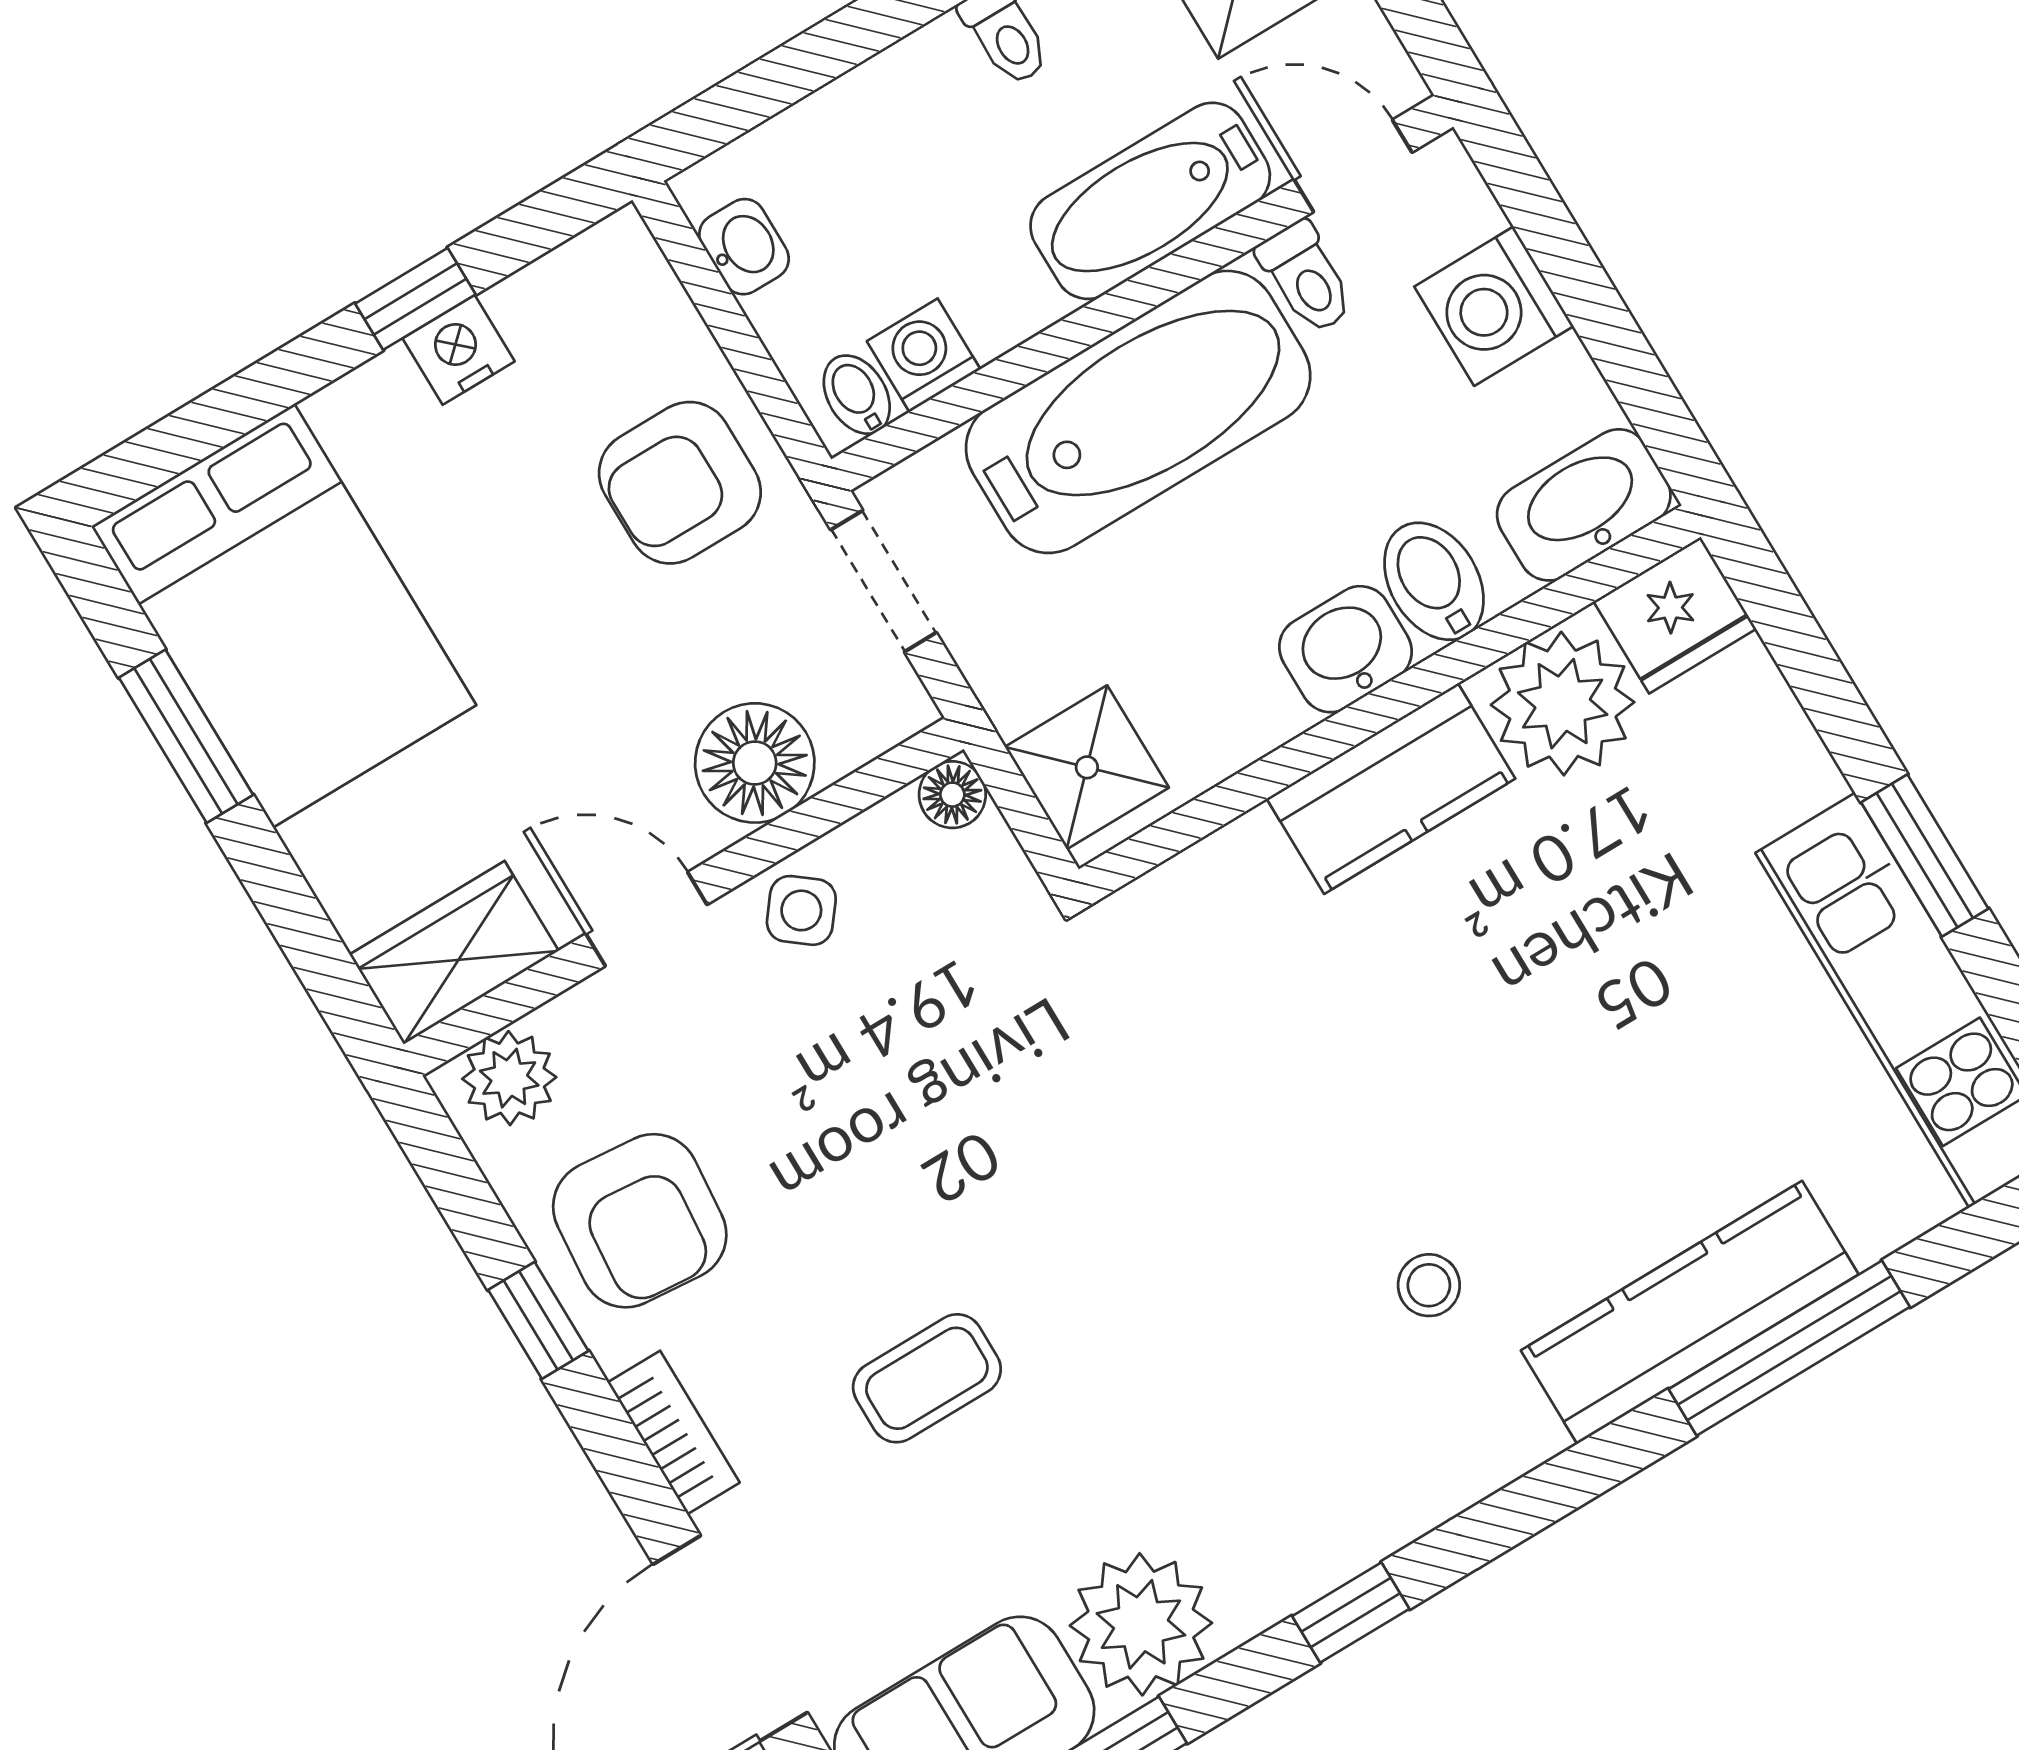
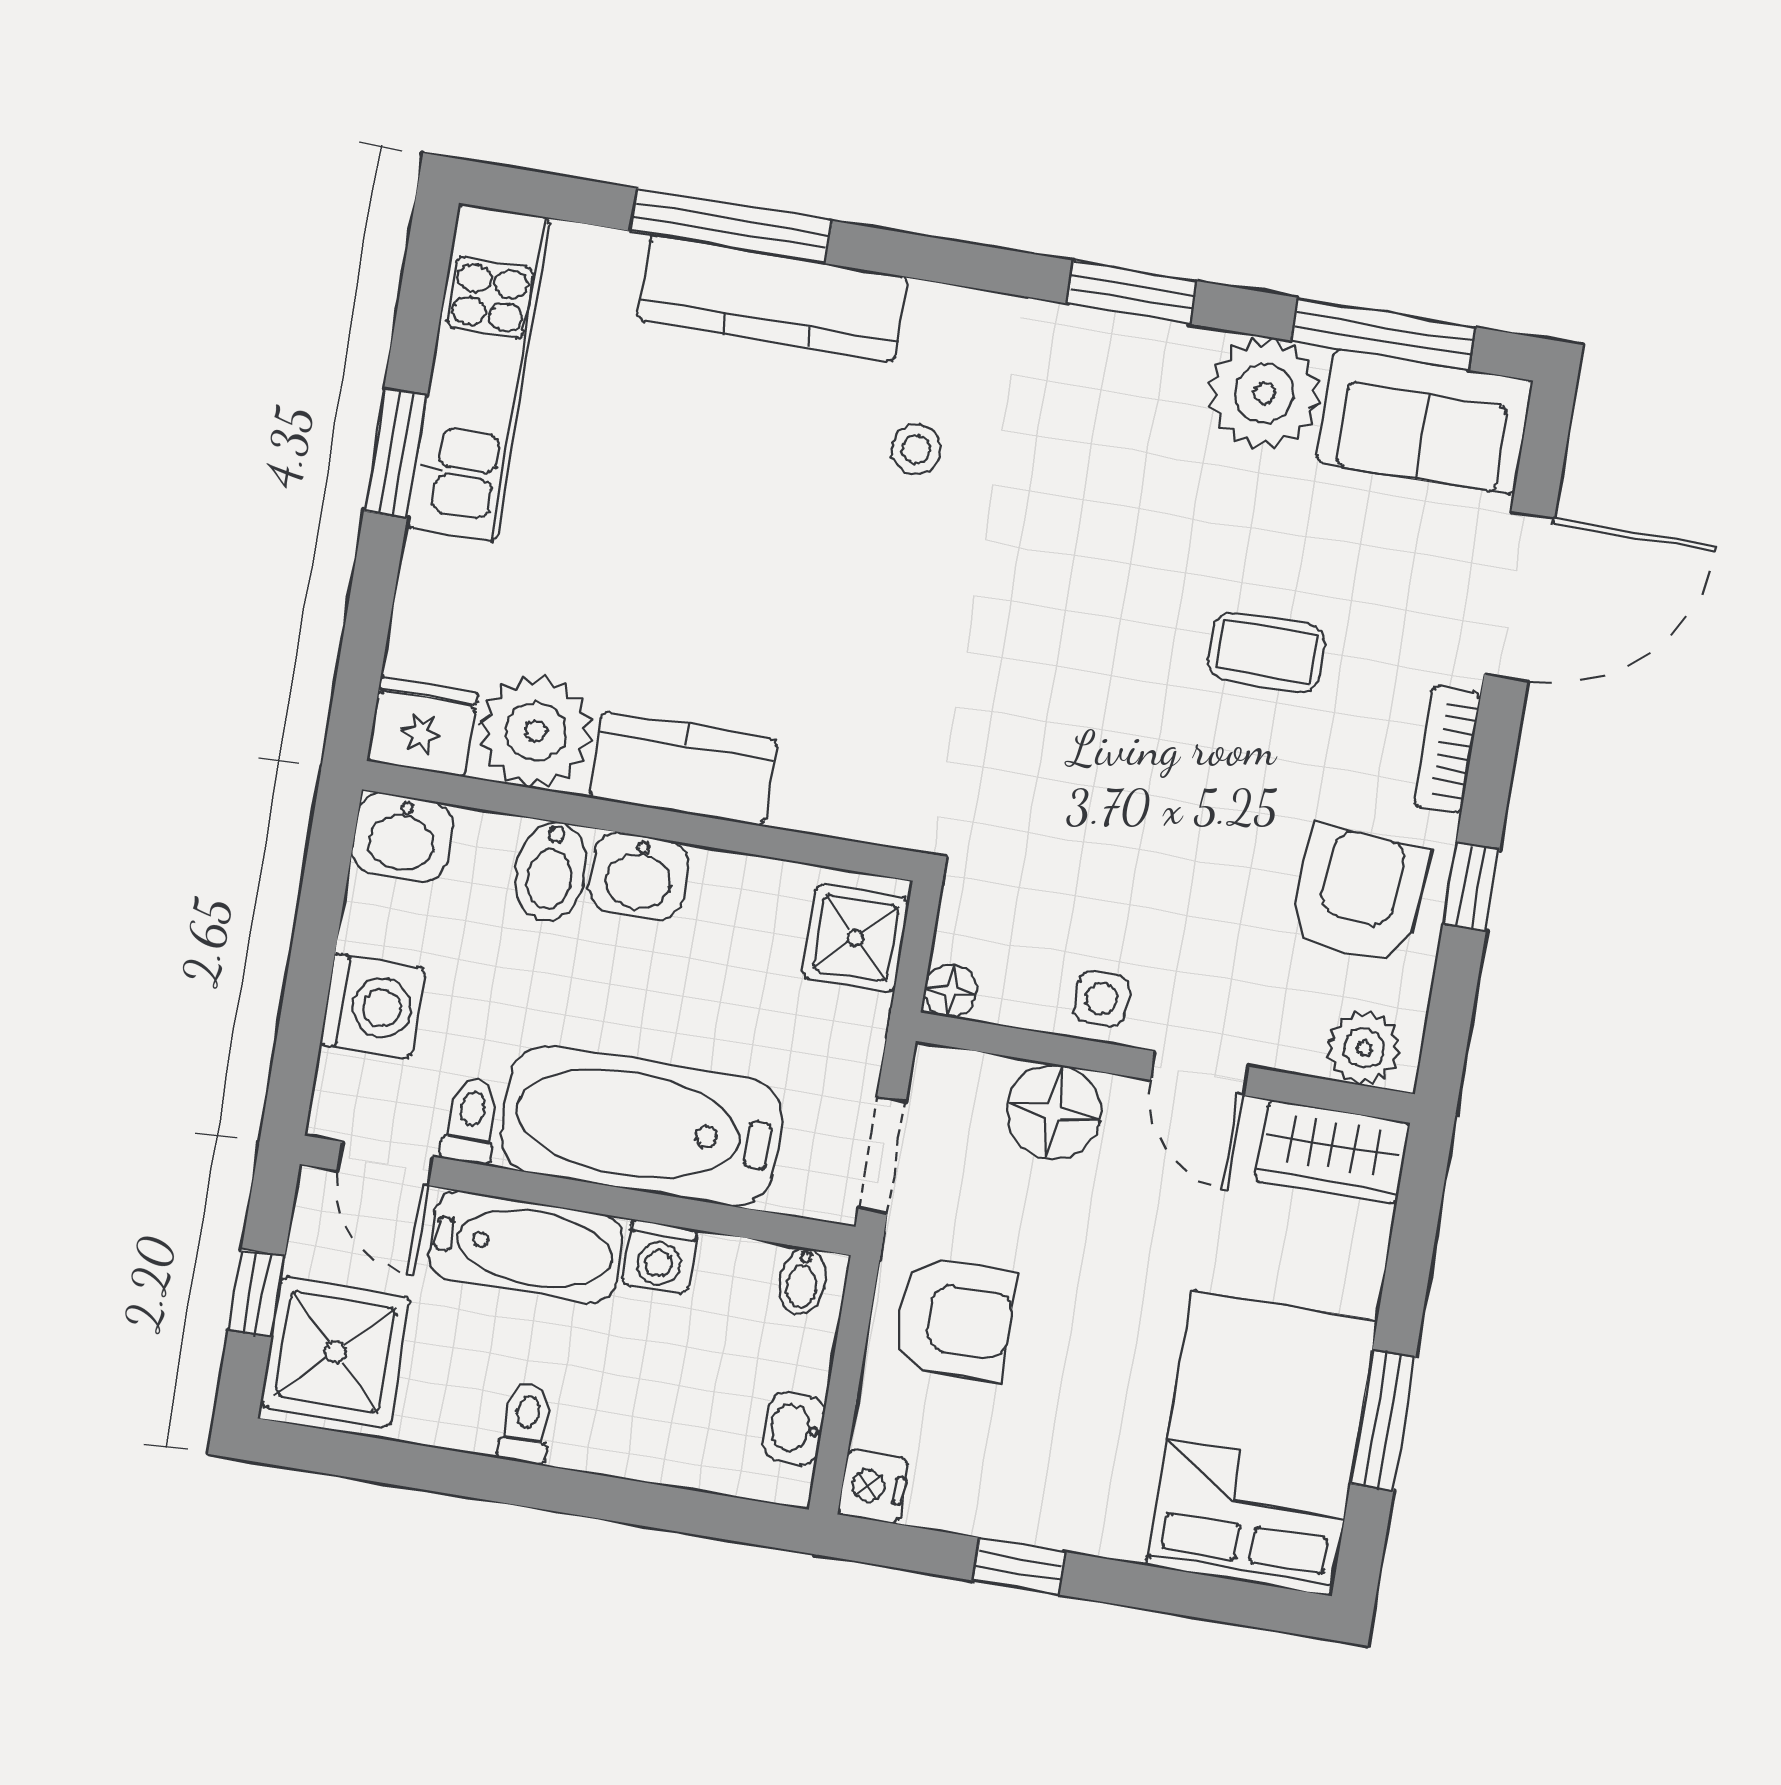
nightstand: (459, 350) -> (873, 1486), moved, turned 90
washing machine: (924, 355) -> (660, 1257), moved
washbasin: (1584, 505) -> (402, 837), width x0.72
side table: (801, 910) -> (1101, 999), turned -38
window: (1351, 1613) -> (1132, 292), width x1.50

